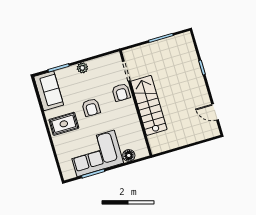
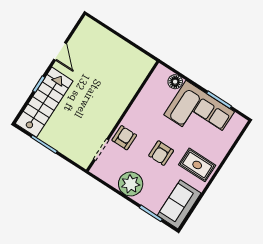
plant: (82, 68) -> (131, 184), width x1.87, depth x1.87
stairs: (149, 105) -> (44, 102), moved, turned 180
armchair: (91, 107) -> (161, 153), turned 180
door: (215, 112) -> (60, 51), moved

